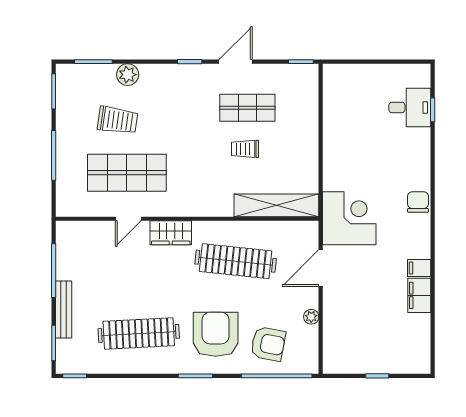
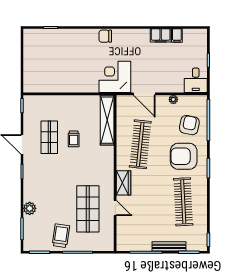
desk: (410, 107) -> (196, 80), moved, turned 180
trolley: (118, 120) -> (61, 236), moved
filing cabinet: (419, 268) -> (177, 35), moved

